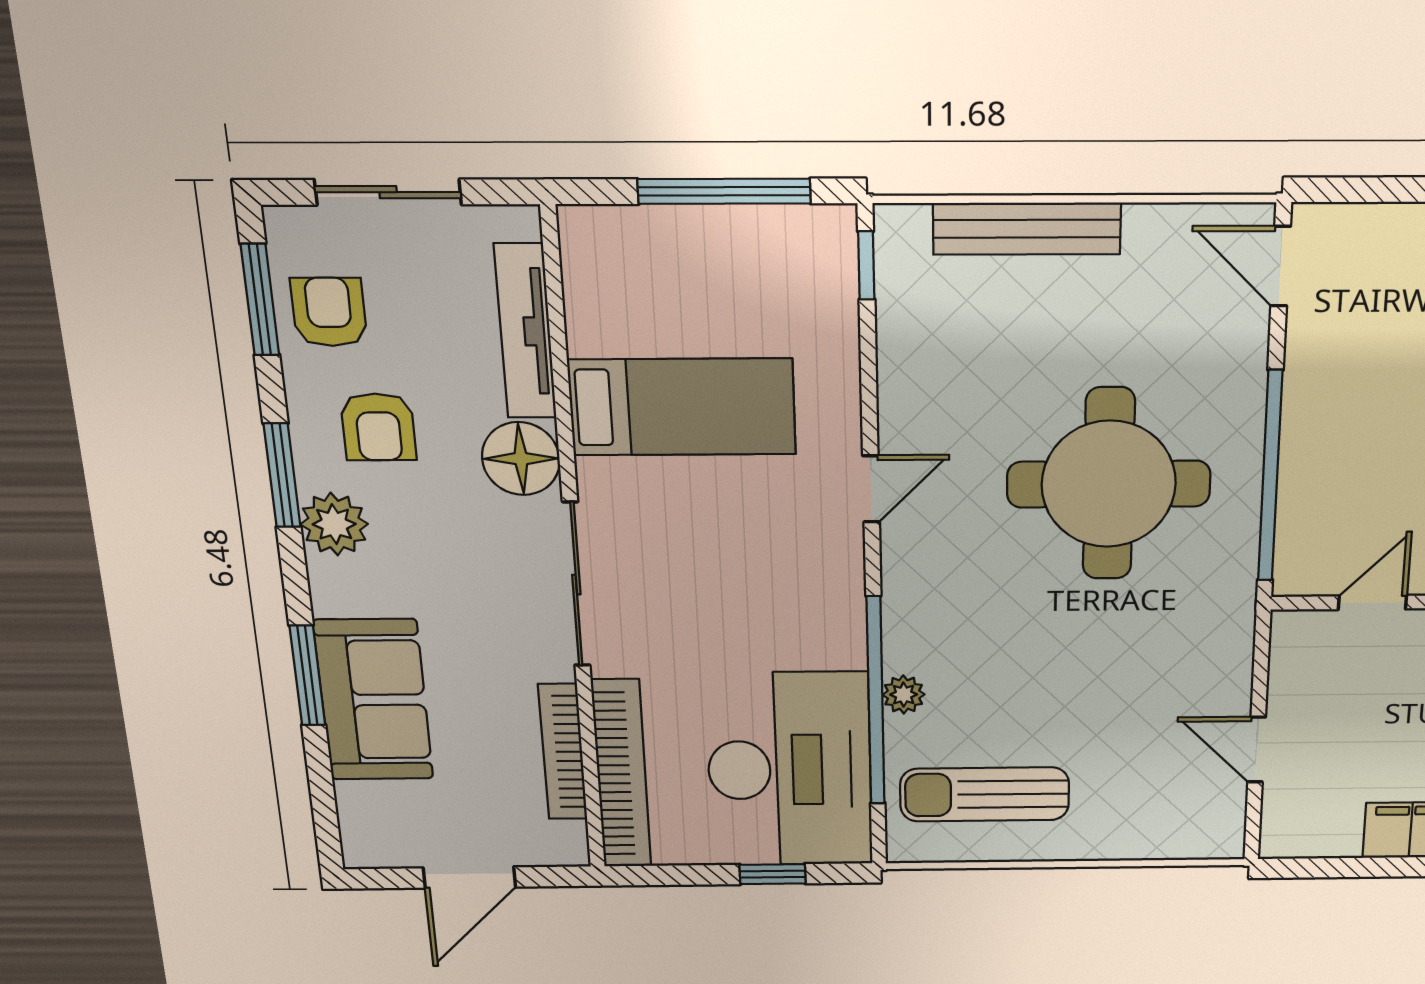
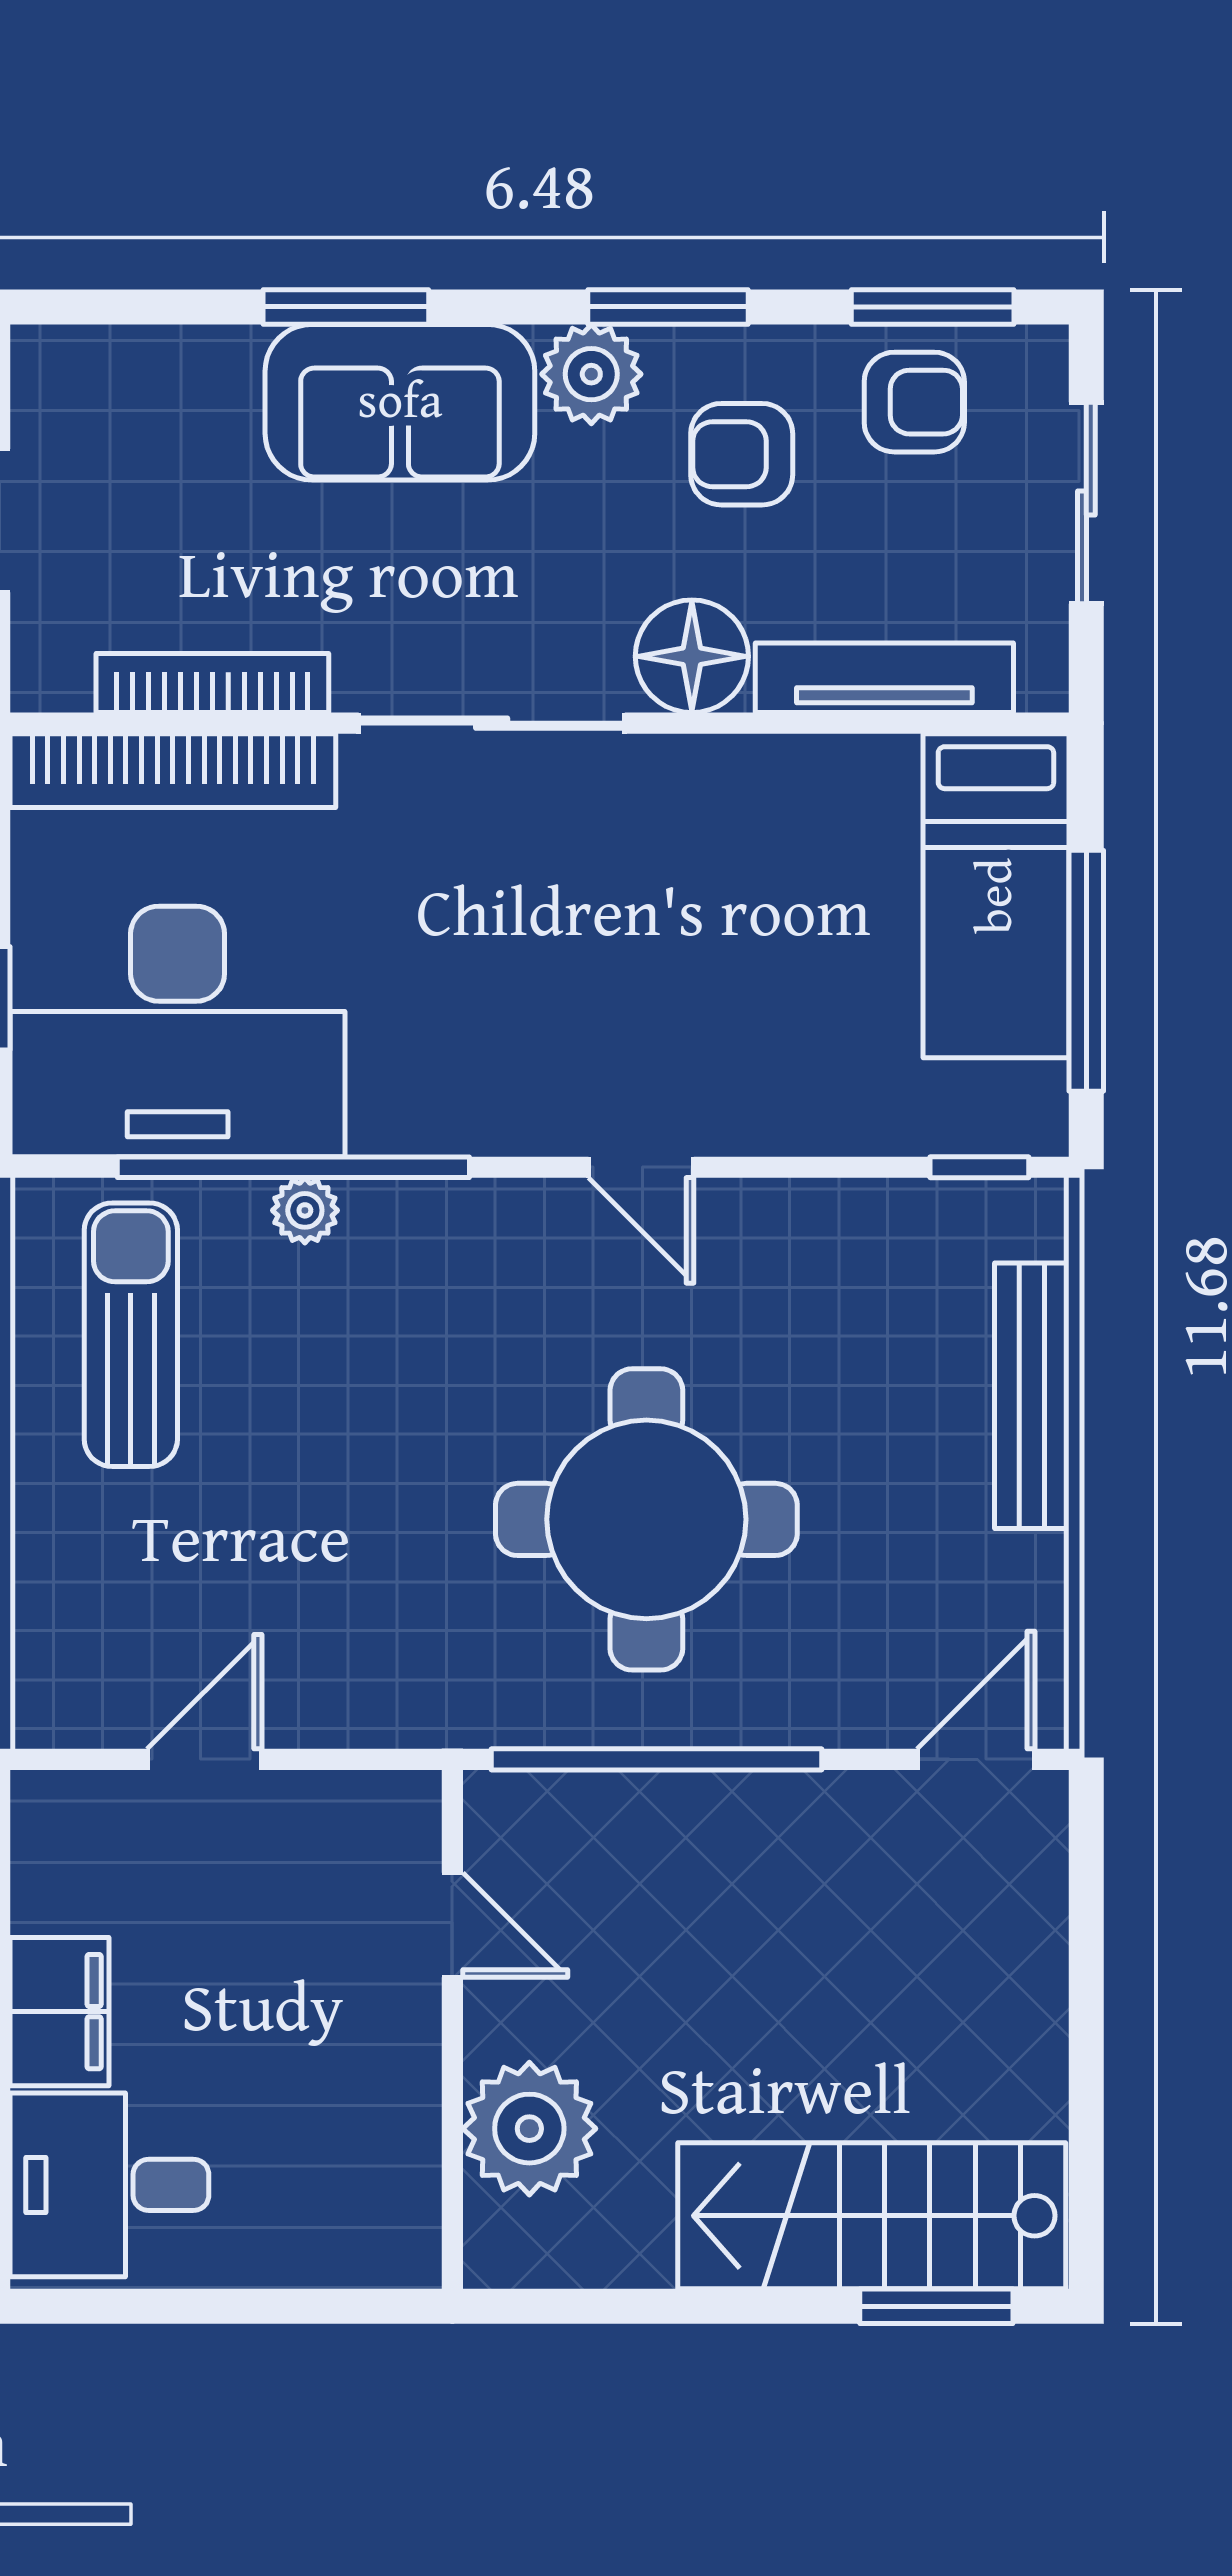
bed: (682, 407) -> (996, 896), moved
sofa: (374, 700) -> (400, 402), moved

